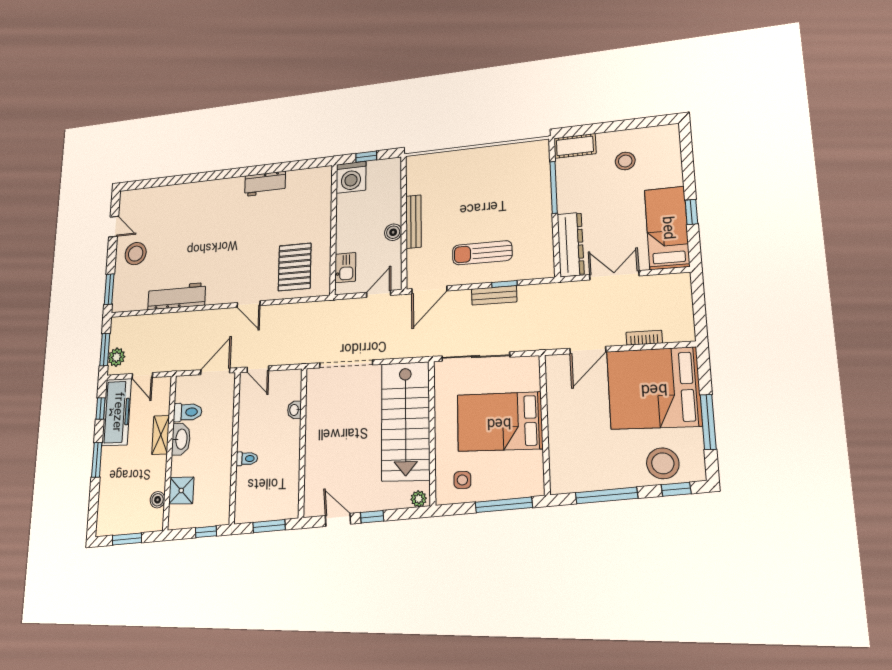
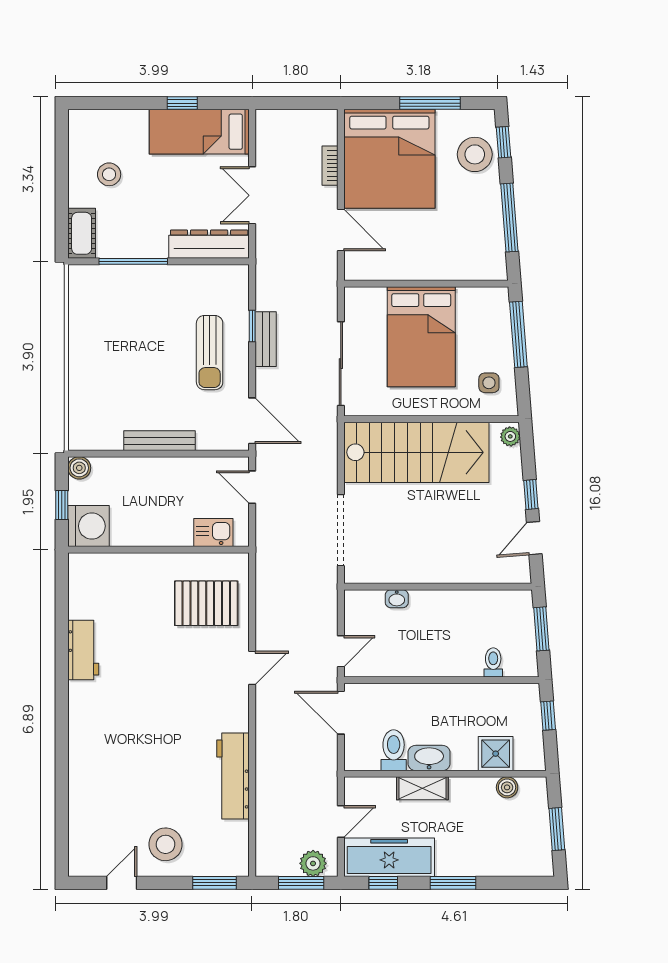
boiler: (393, 232) -> (79, 468), moved
toilet: (247, 459) -> (493, 662), moved

